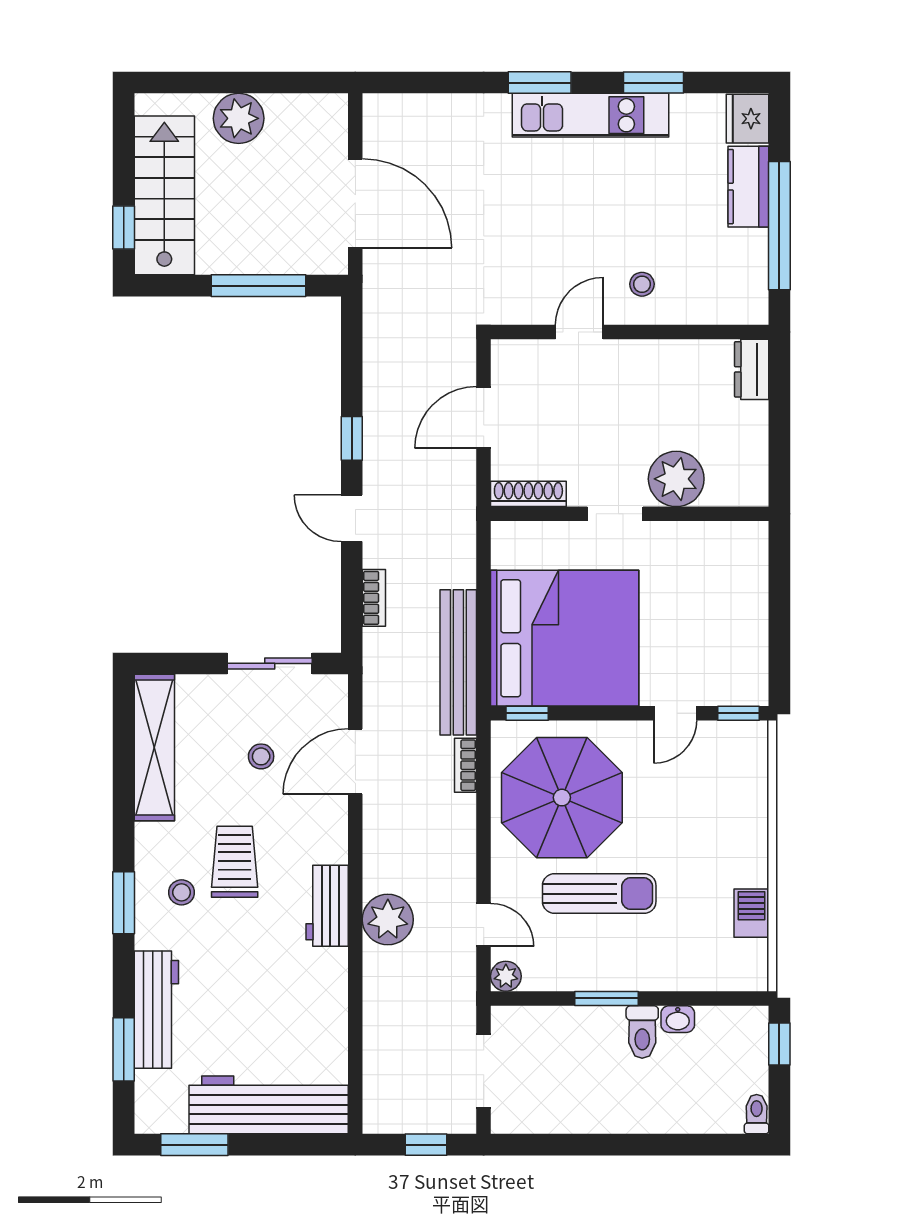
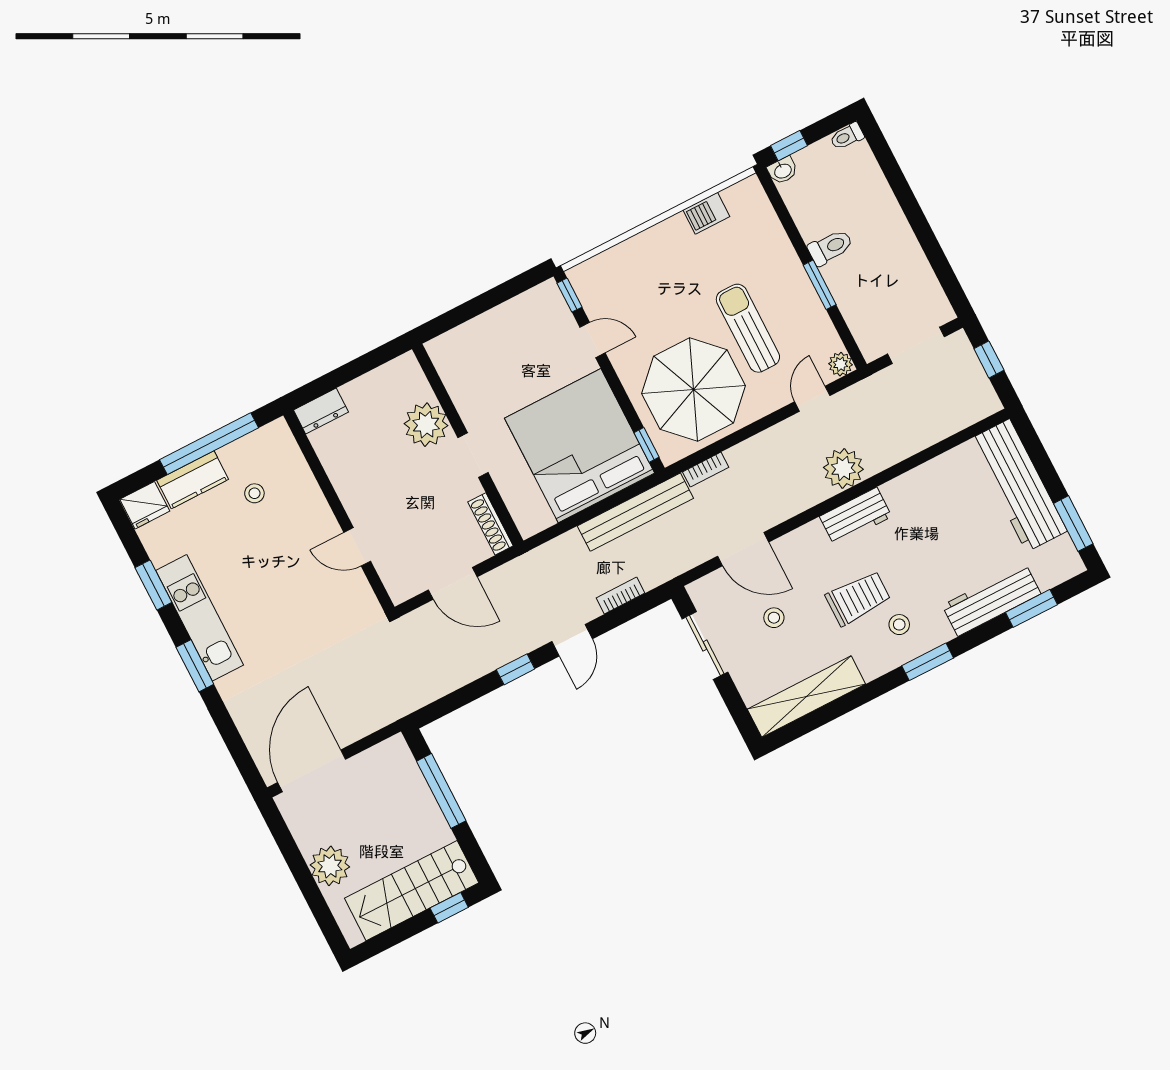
door: (355, 203) -> (312, 771), moved
stool: (642, 284) -> (254, 493), moved
trolley: (235, 862) -> (858, 598), turned 180
washbasin: (678, 1019) -> (783, 171), moved, turned 90

